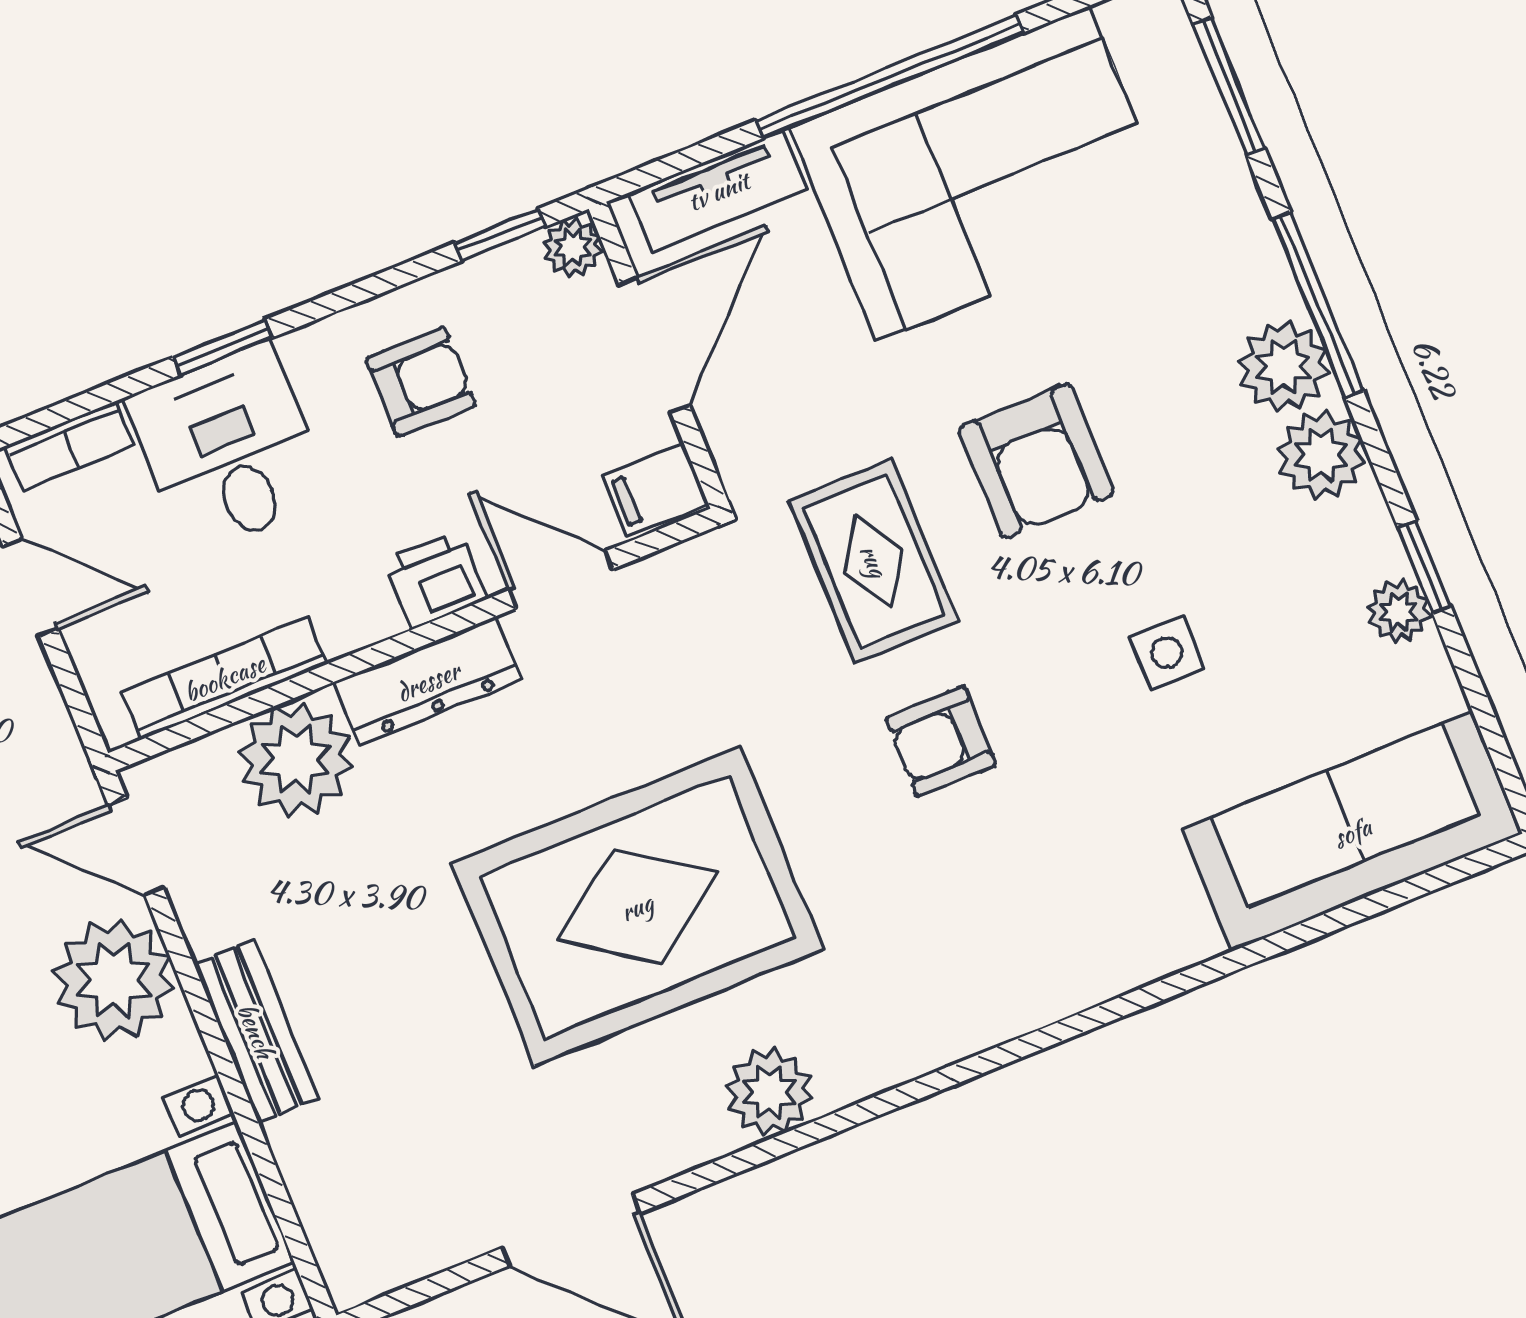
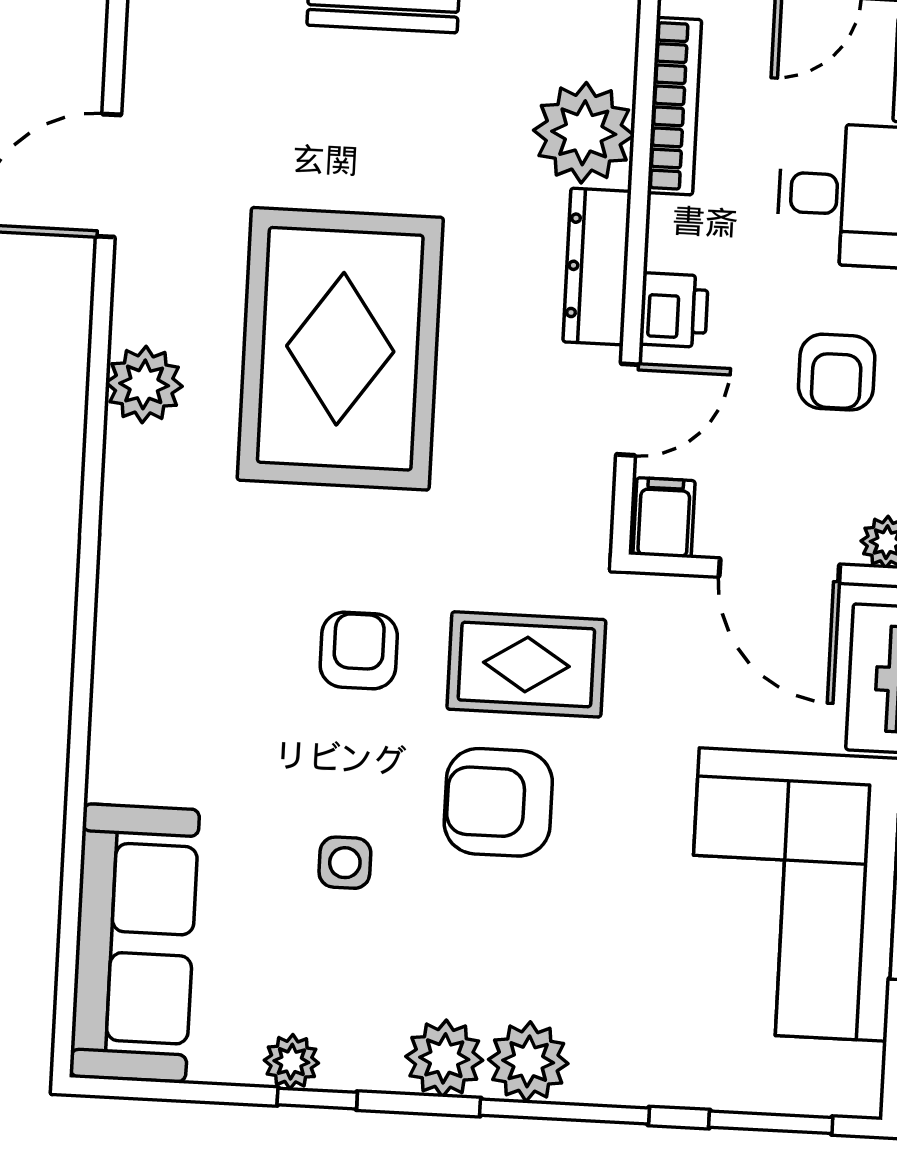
armchair: (1036, 461) -> (498, 802), moved

